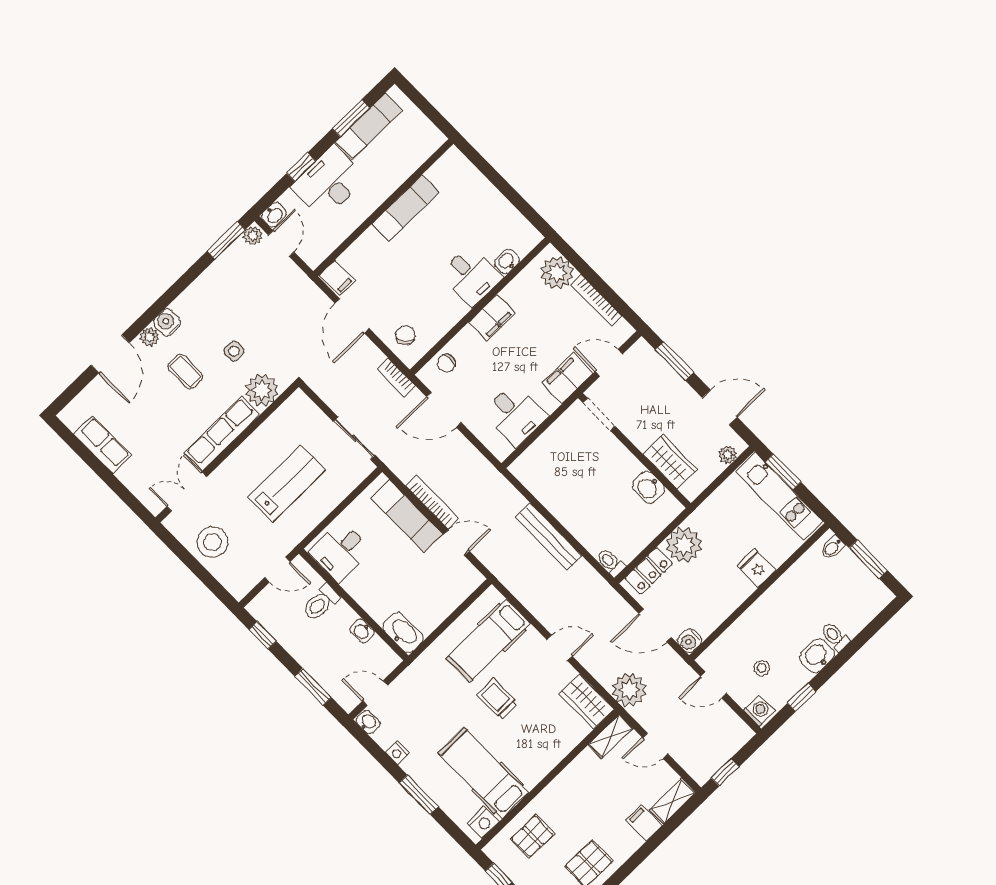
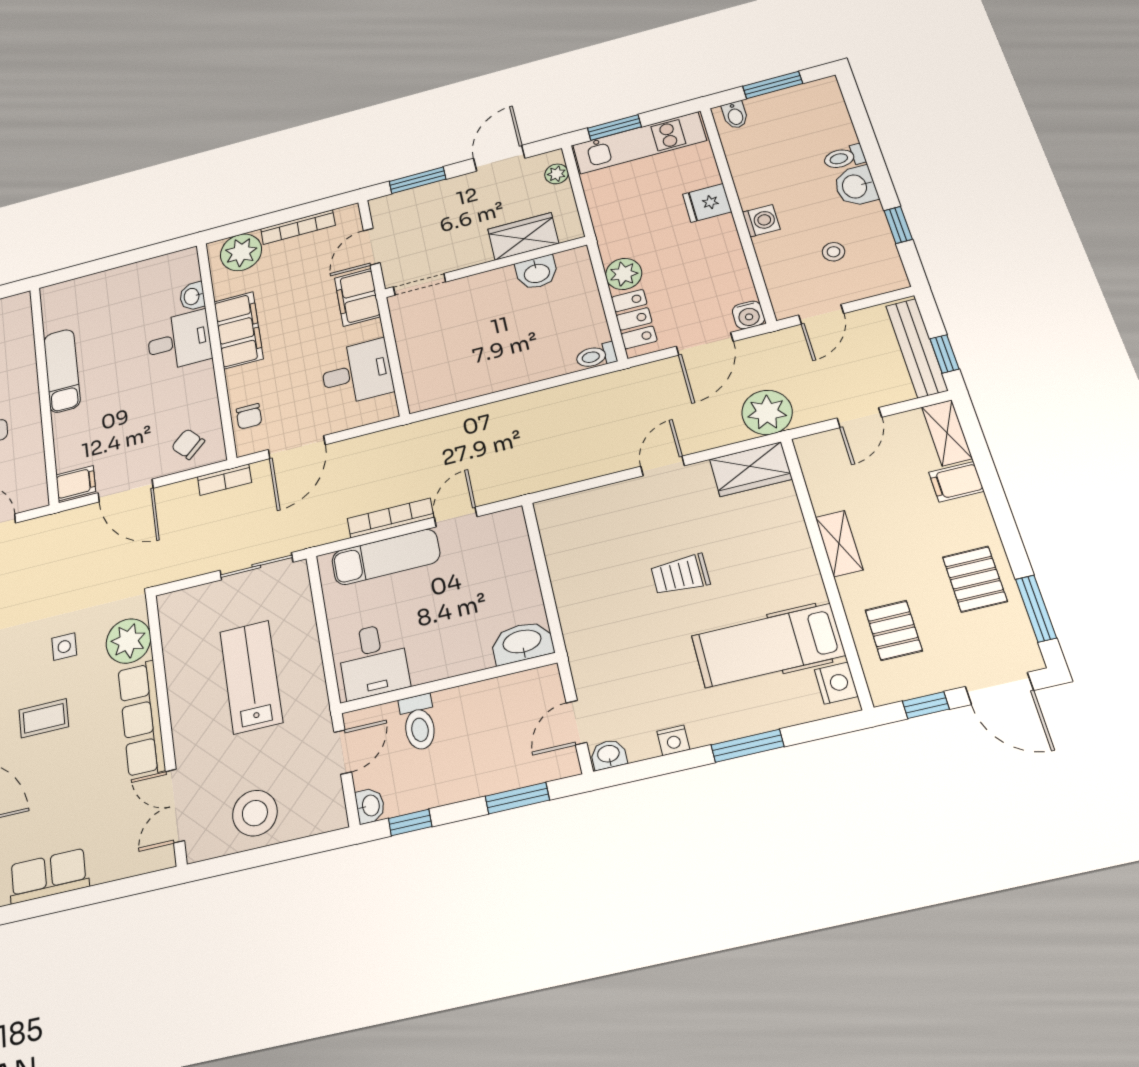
filing cabinet: (492, 318) -> (238, 330), width x1.50, depth x1.17
bench: (549, 537) -> (917, 348), moved, turned 90
plant: (684, 545) -> (624, 274), width x0.73, depth x0.73
washbasin: (362, 631) -> (370, 806), moved, turned -90
hospital bed: (488, 641) -> (600, 545), removed
washing machine: (759, 711) -> (761, 221), moved, turned 90
shelving: (611, 736) -> (839, 544), moved

